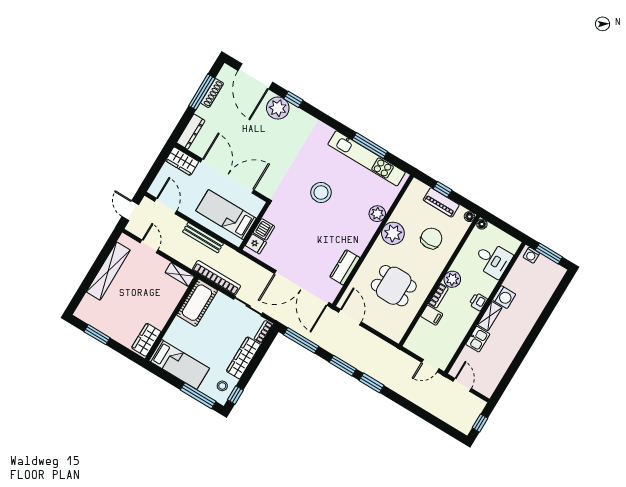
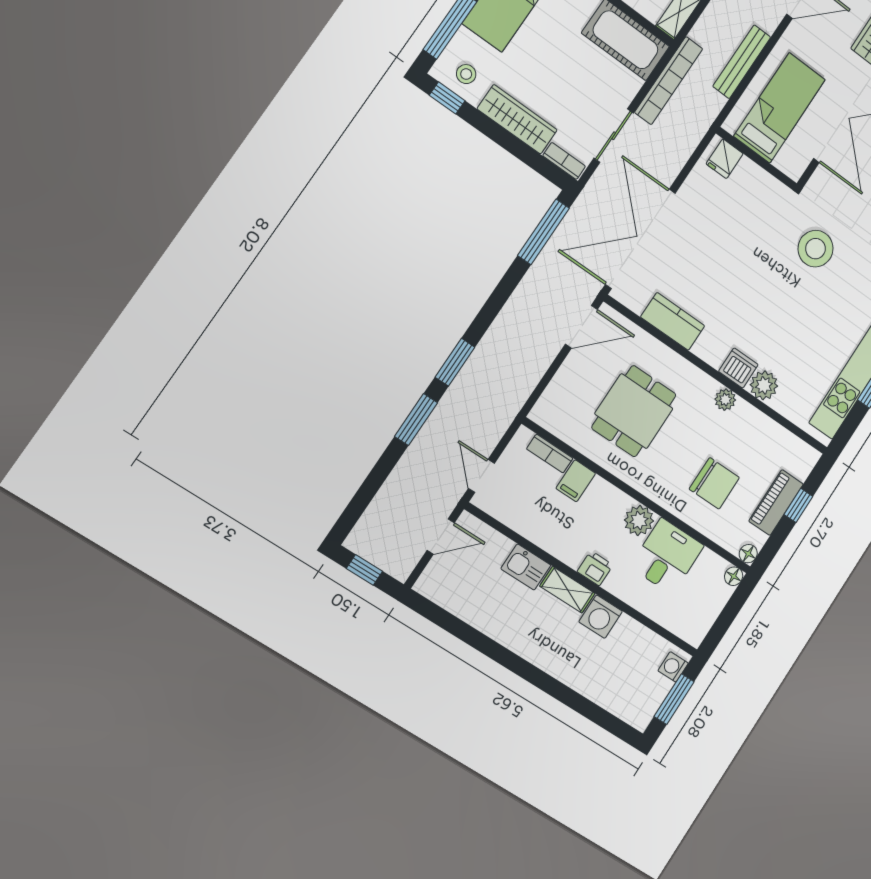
stool: (321, 192) -> (815, 249), moved
dishwasher: (264, 229) -> (738, 368), moved, turned 180
plant: (393, 233) -> (725, 400), width x0.53, depth x0.53
desk: (493, 260) -> (667, 556), moved, turned 180
bookcase: (438, 296) -> (550, 454), moved
window: (343, 366) -> (416, 419), moved

